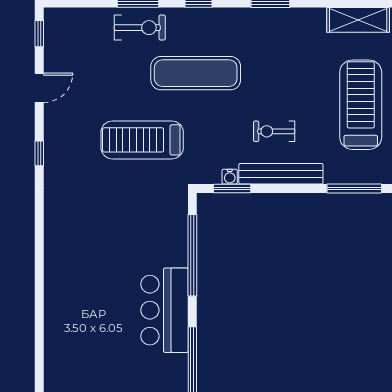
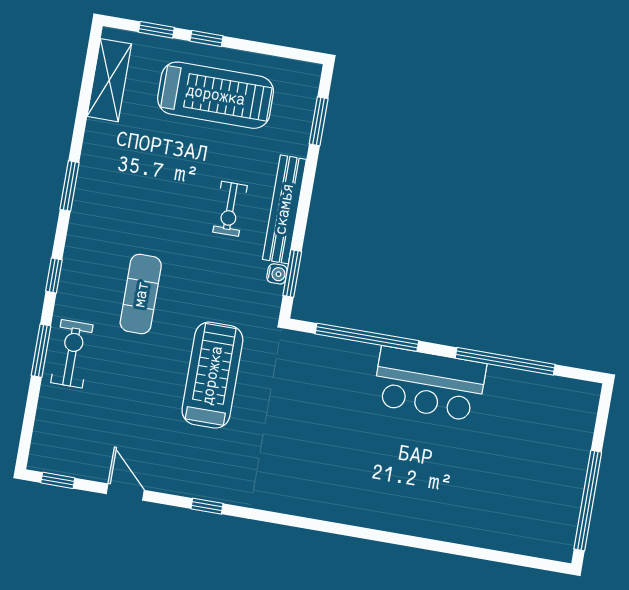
exercise mat: (196, 73) -> (141, 294), width x0.73, depth x0.69
treadmill: (361, 105) -> (216, 95), turned 180
treadmill: (142, 140) -> (212, 375), turned 180
window: (354, 189) -> (319, 121), width x0.69

